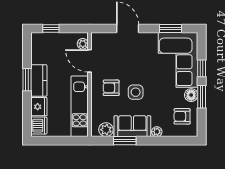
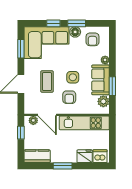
window: (51, 29) -> (21, 133), moved
door: (90, 61) -> (47, 115), hinge flipped
coffee table: (130, 61) -> (47, 82), added
kitchen counter: (39, 80) -> (37, 156), moved

